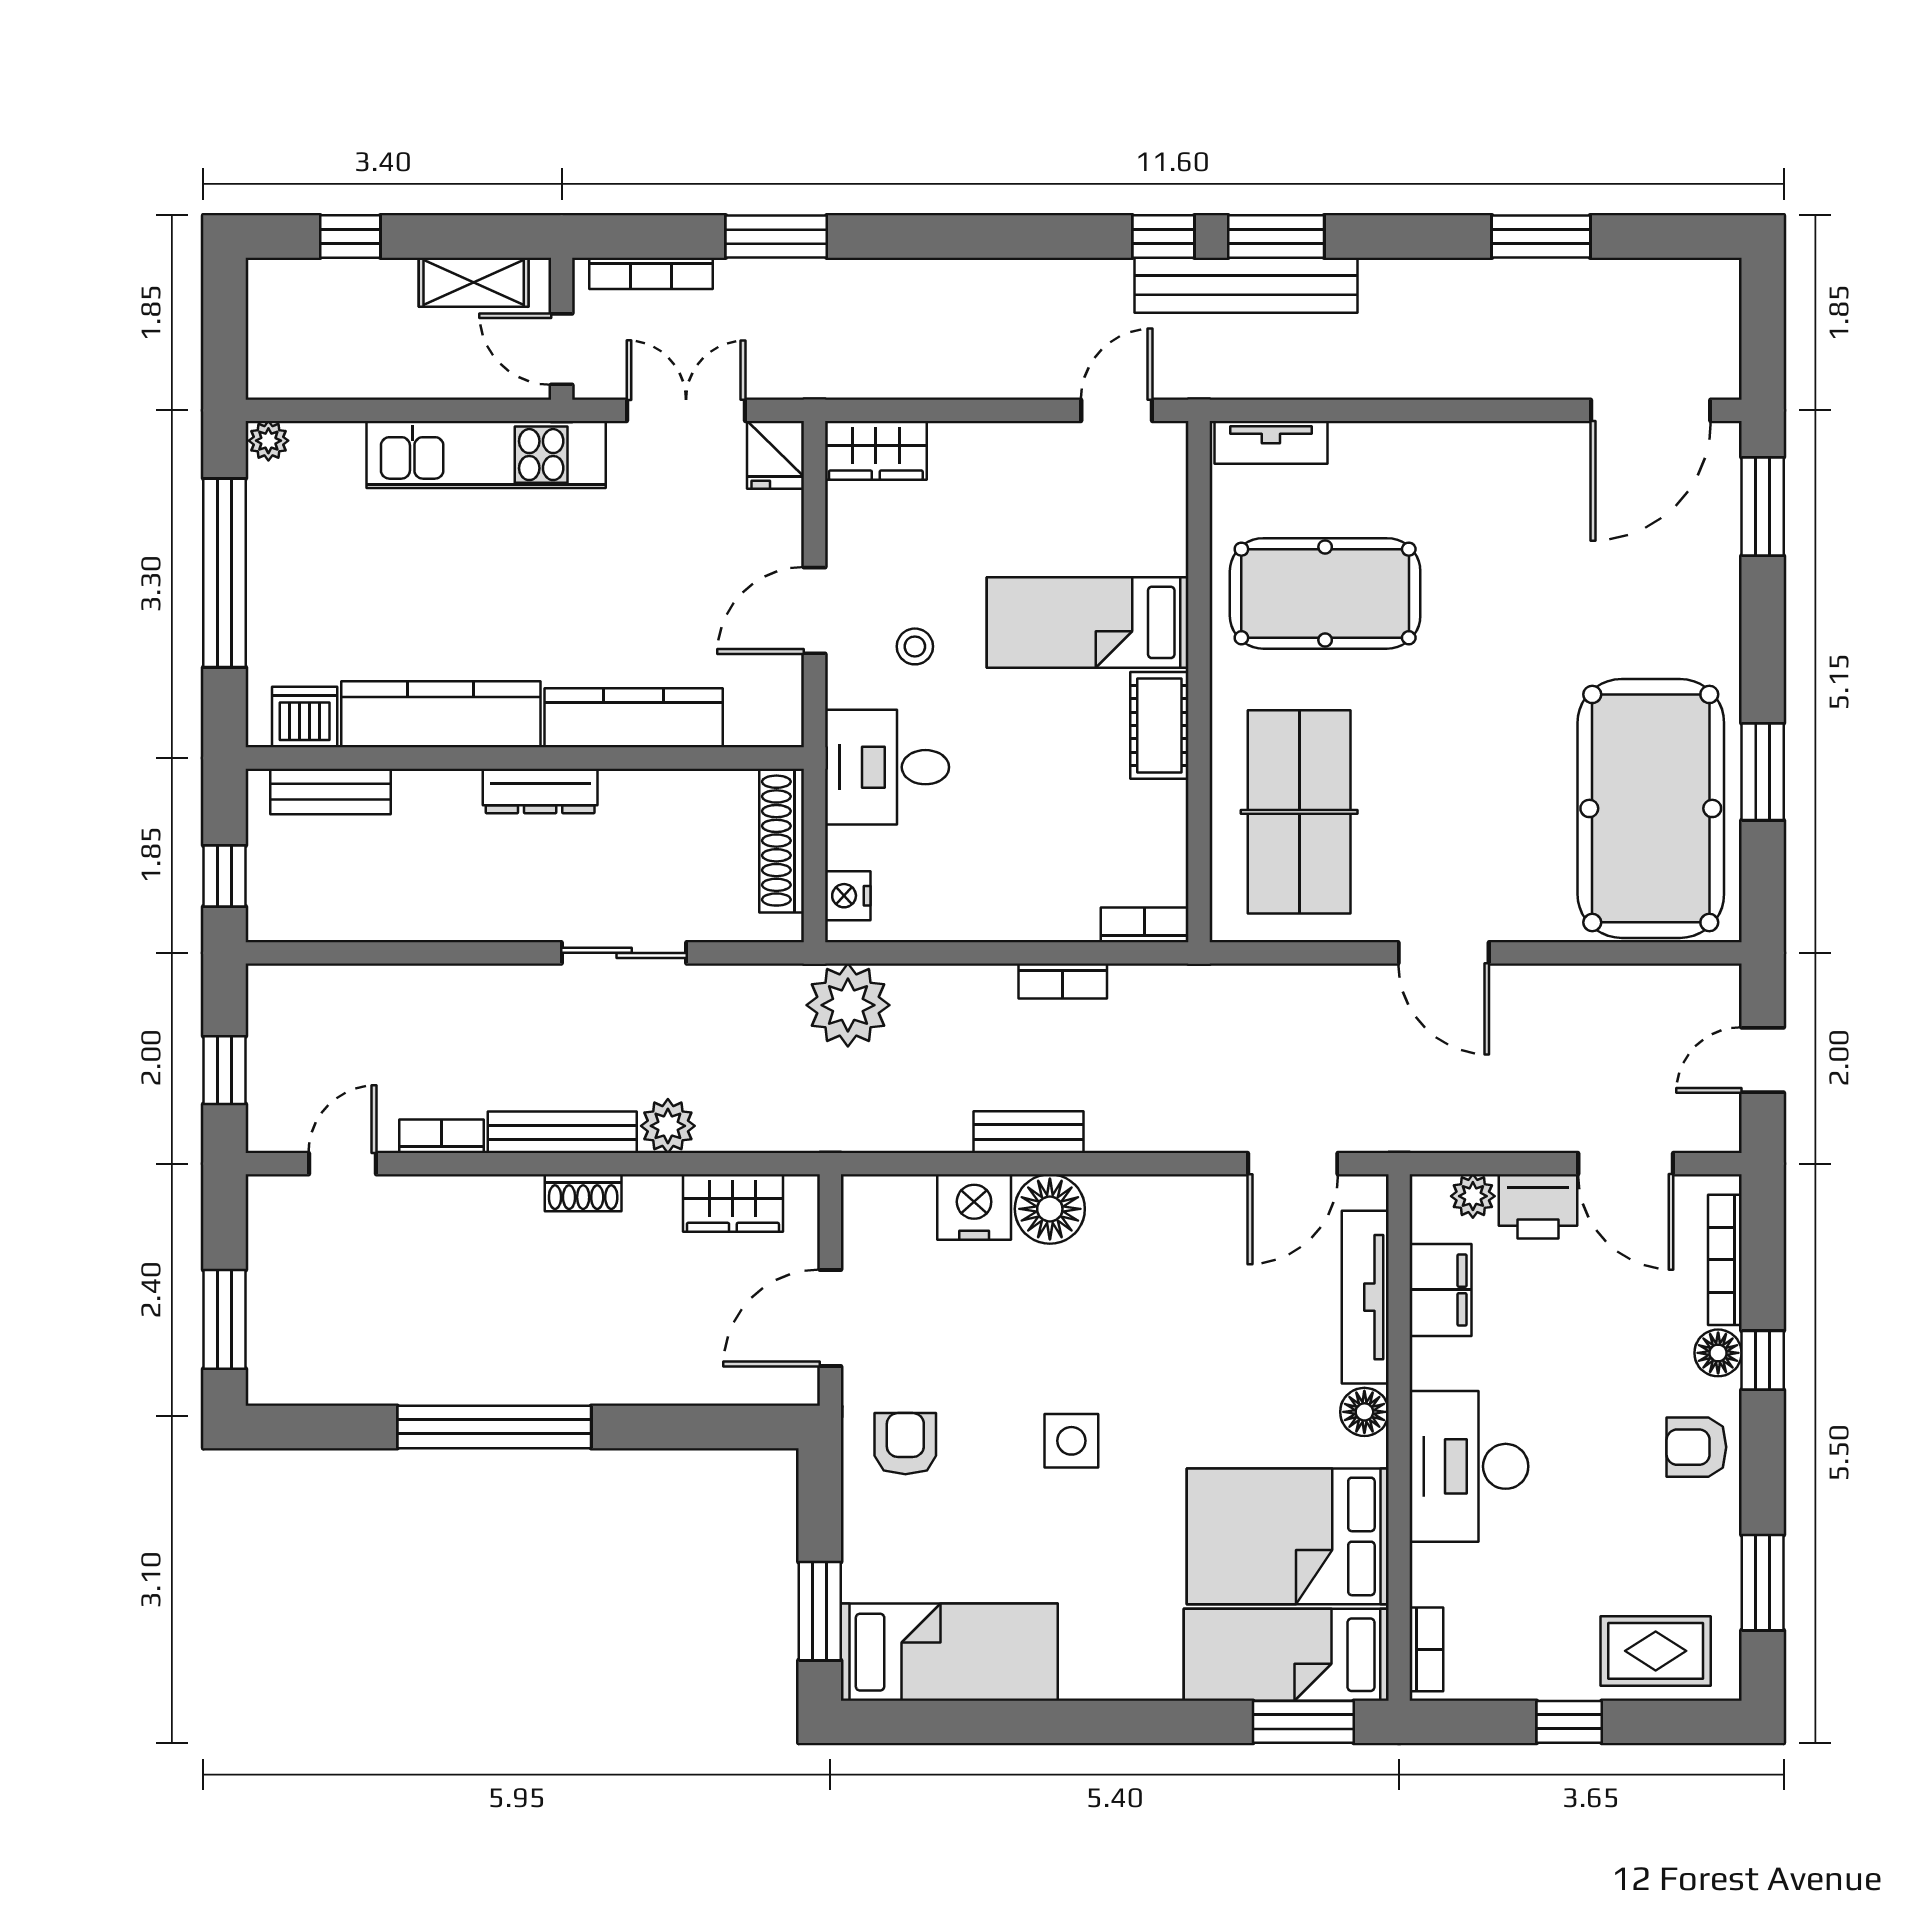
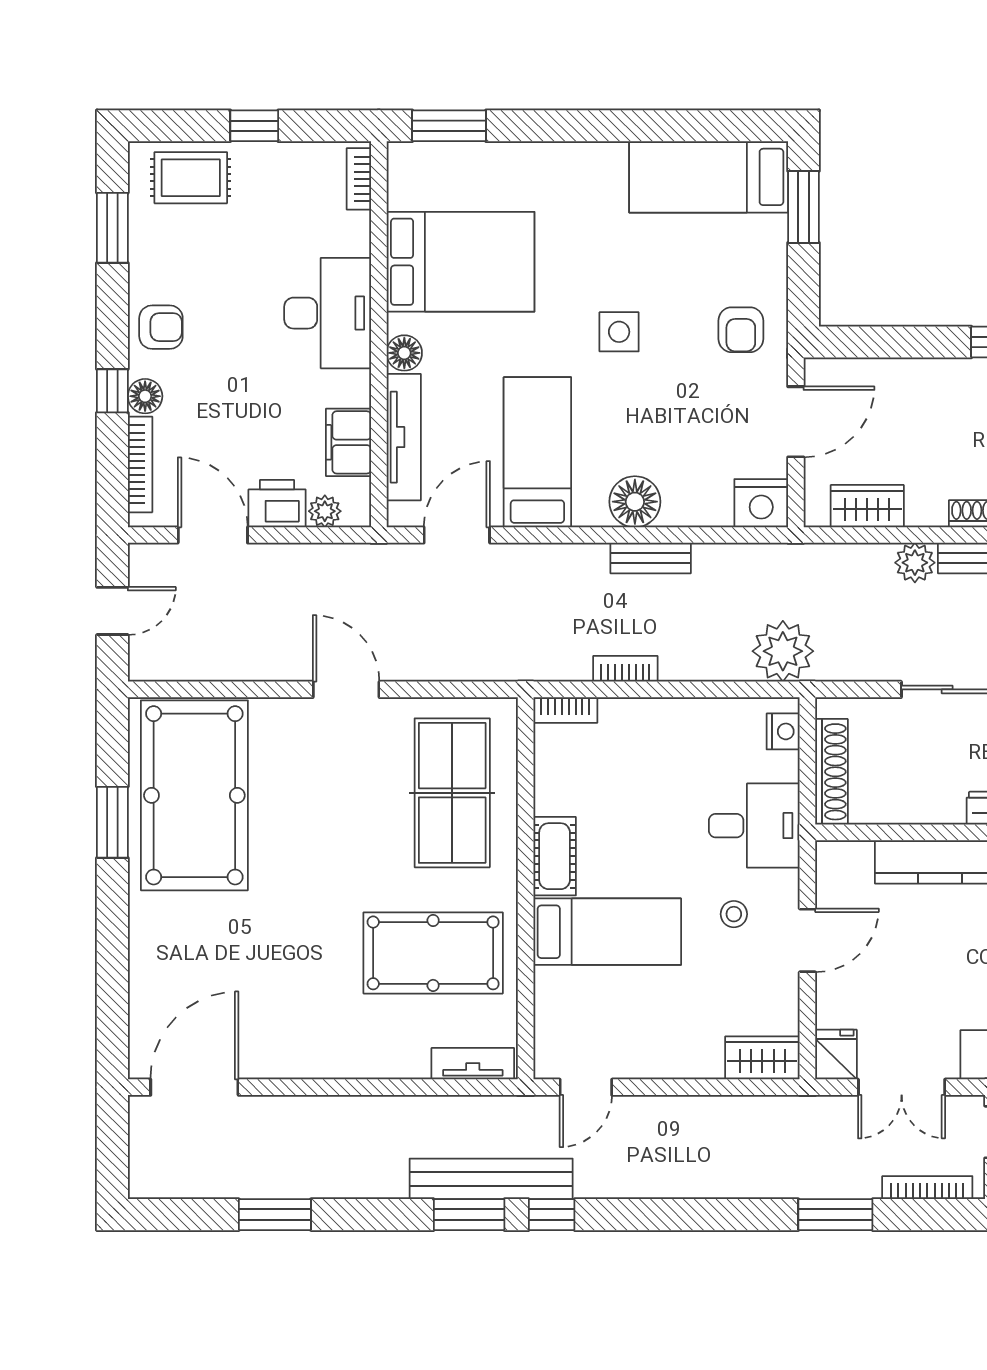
window: (1763, 506) -> (112, 1017), removed
nightstand: (974, 1207) -> (761, 503), moved
bed: (1286, 1655) -> (537, 452), moved, turned -90

